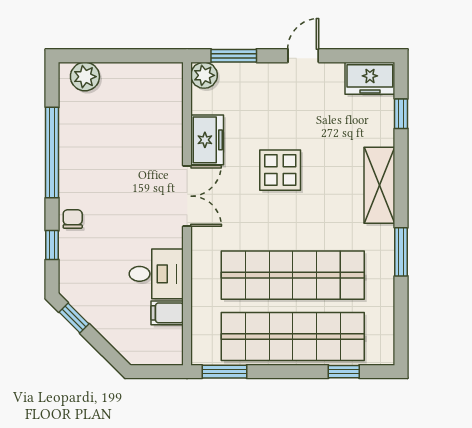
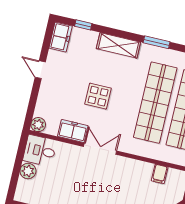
window: (234, 56) -> (32, 106), removed
plant: (85, 77) -> (28, 171), moved
desk: (156, 274) -> (40, 151), moved, turned -90

